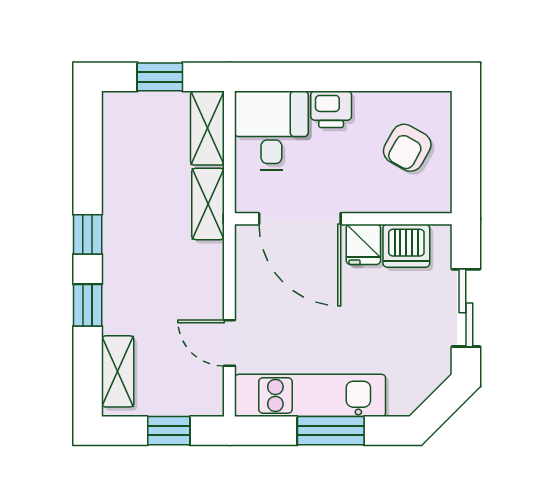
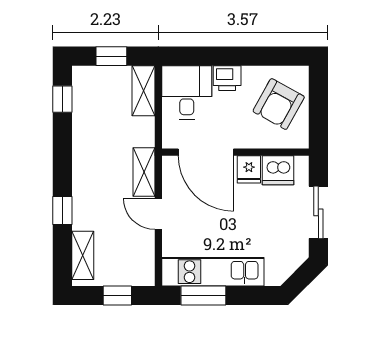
armchair: (407, 148) -> (279, 104), width x1.38, depth x1.38
shelving: (208, 204) -> (144, 172), moved
window: (88, 234) -> (62, 99), moved
door: (229, 343) -> (158, 214), moved
window: (331, 431) -> (203, 295), moved

